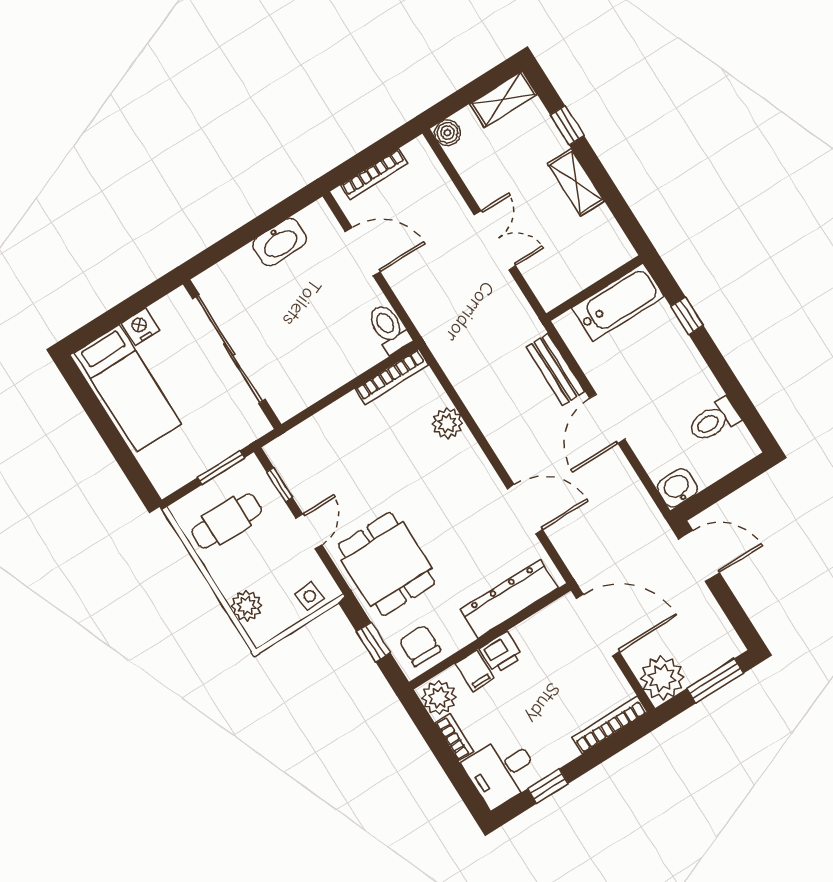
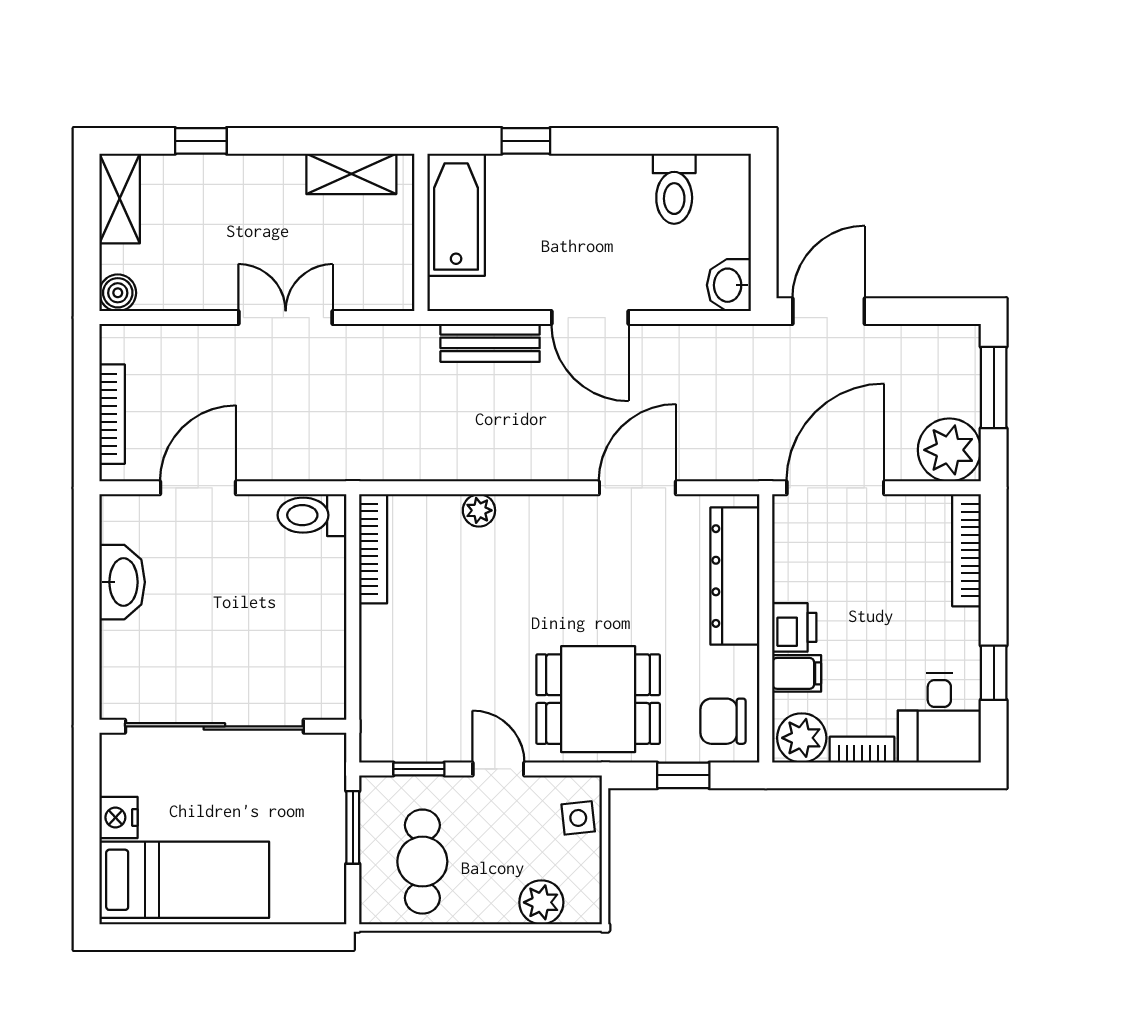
shelving: (576, 182) -> (351, 174), moved
plant: (447, 423) -> (479, 510), width x0.73, depth x0.73

